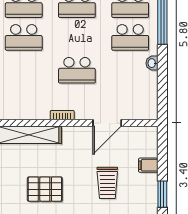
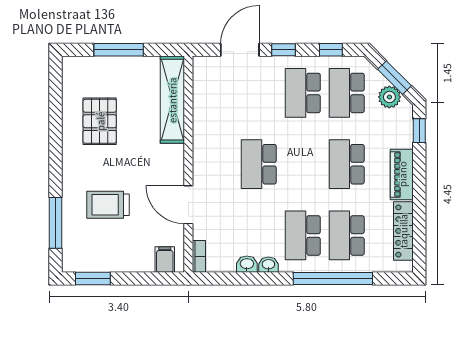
washbasin: (152, 79) -> (247, 264), added
bookcase: (62, 115) -> (199, 256), moved
filing cabinet: (148, 165) -> (165, 260), moved

